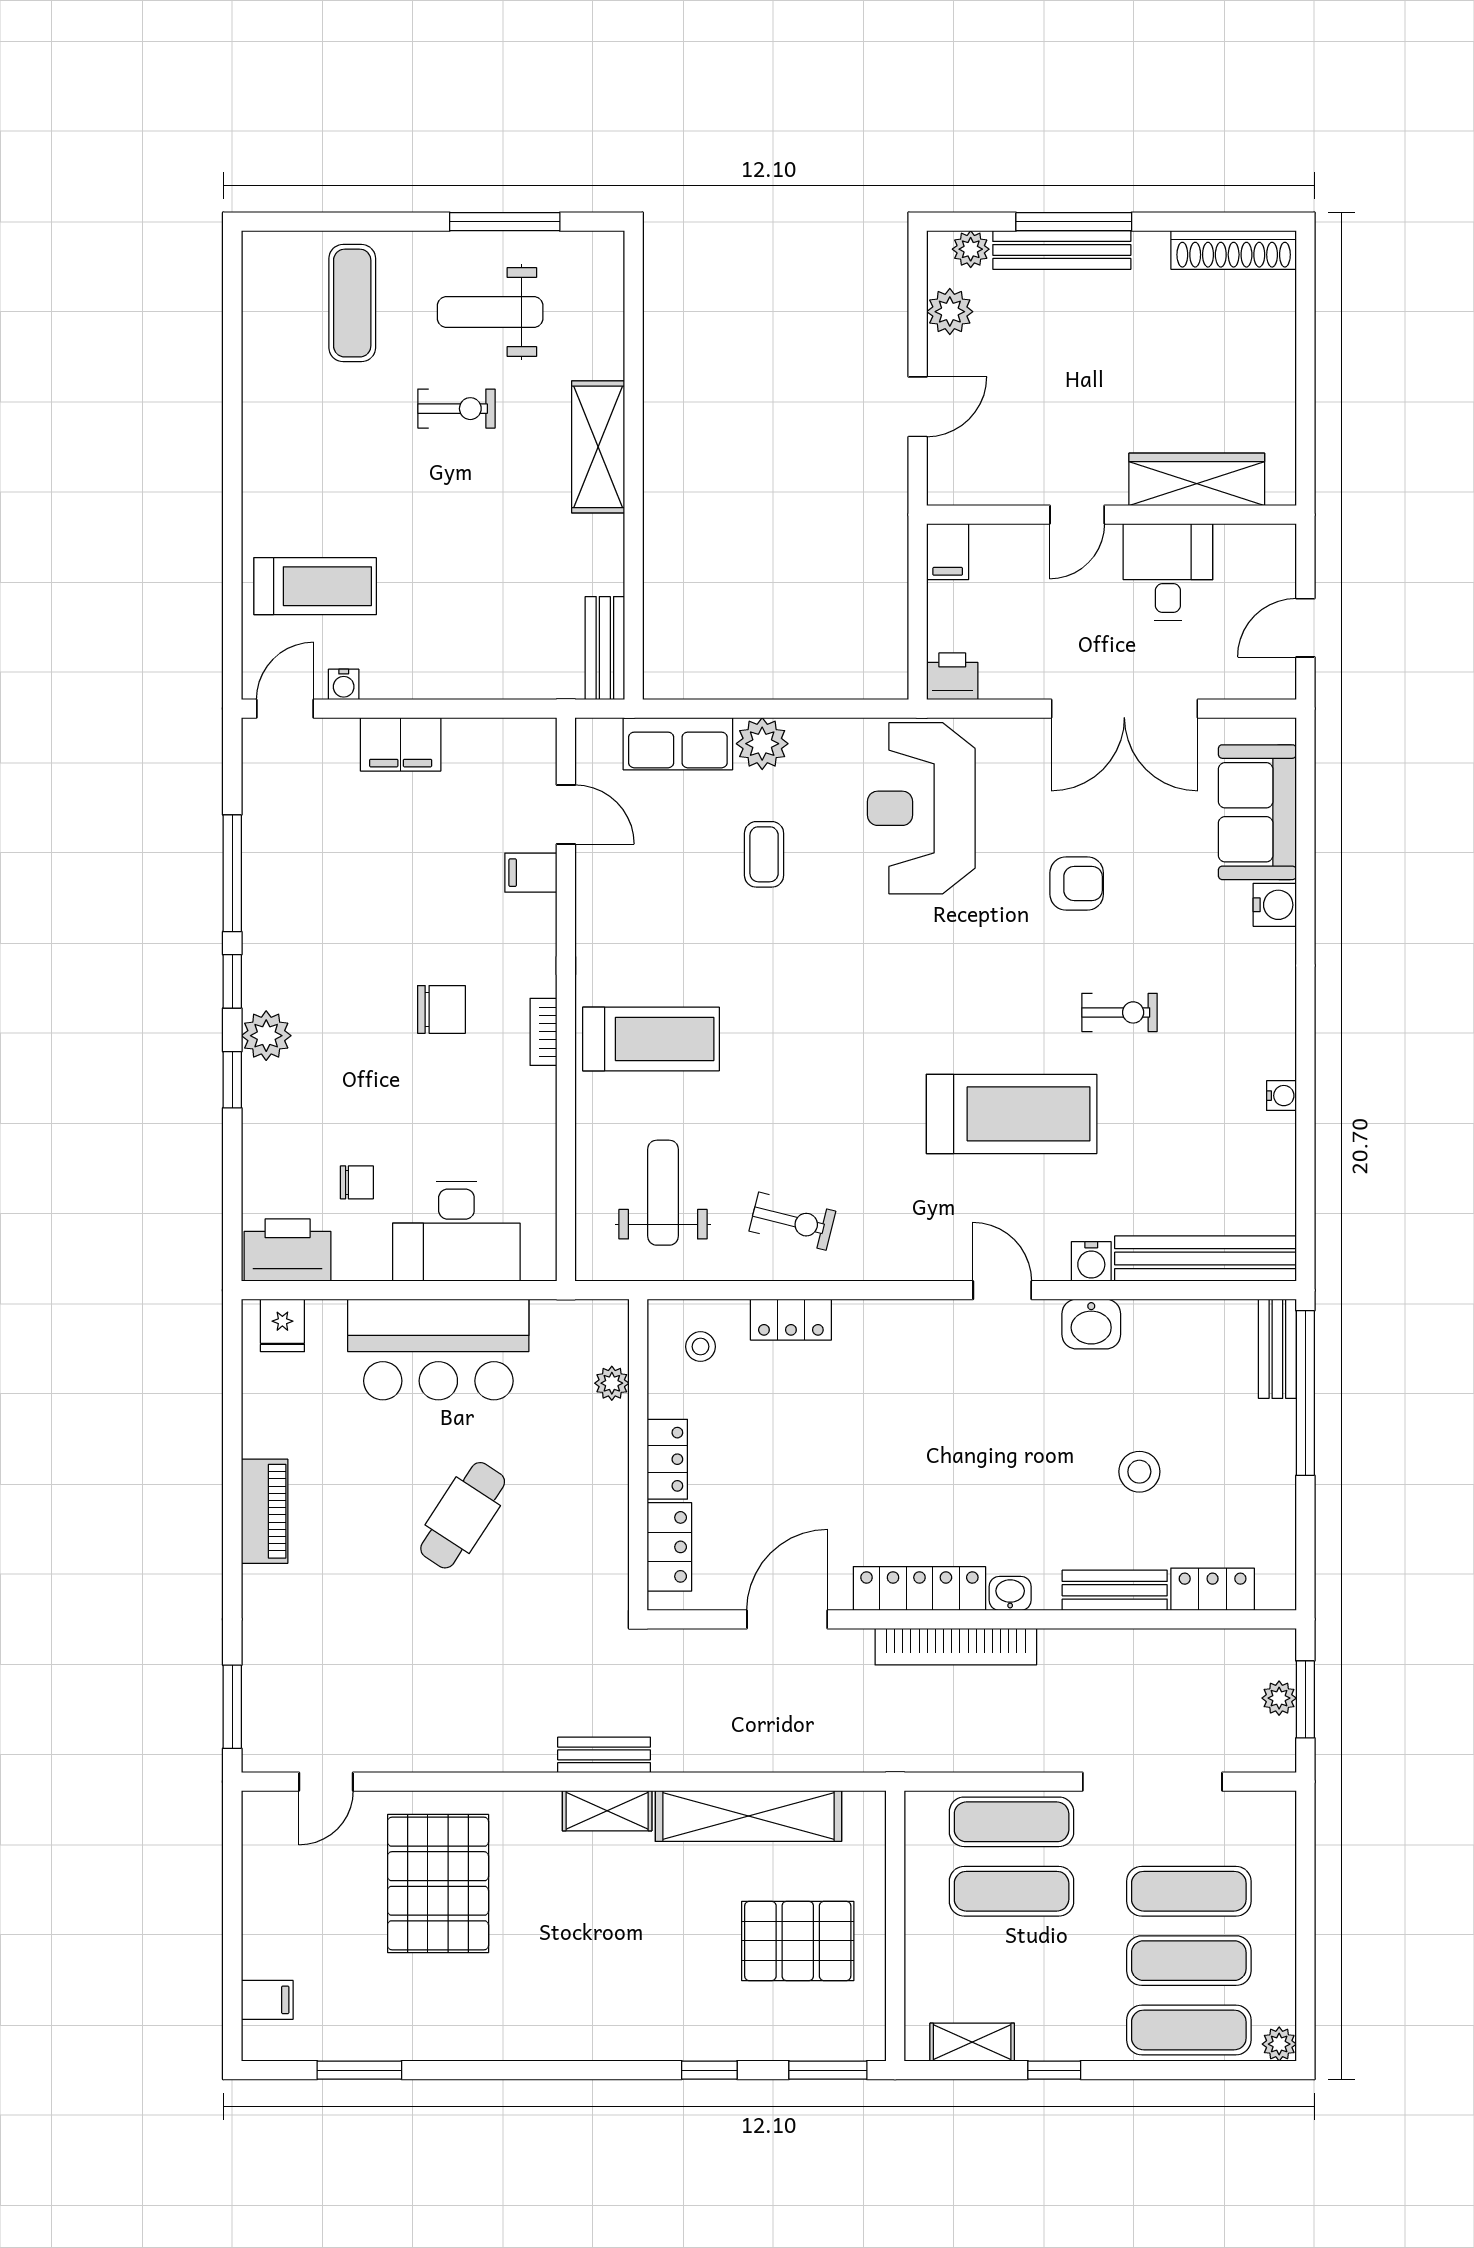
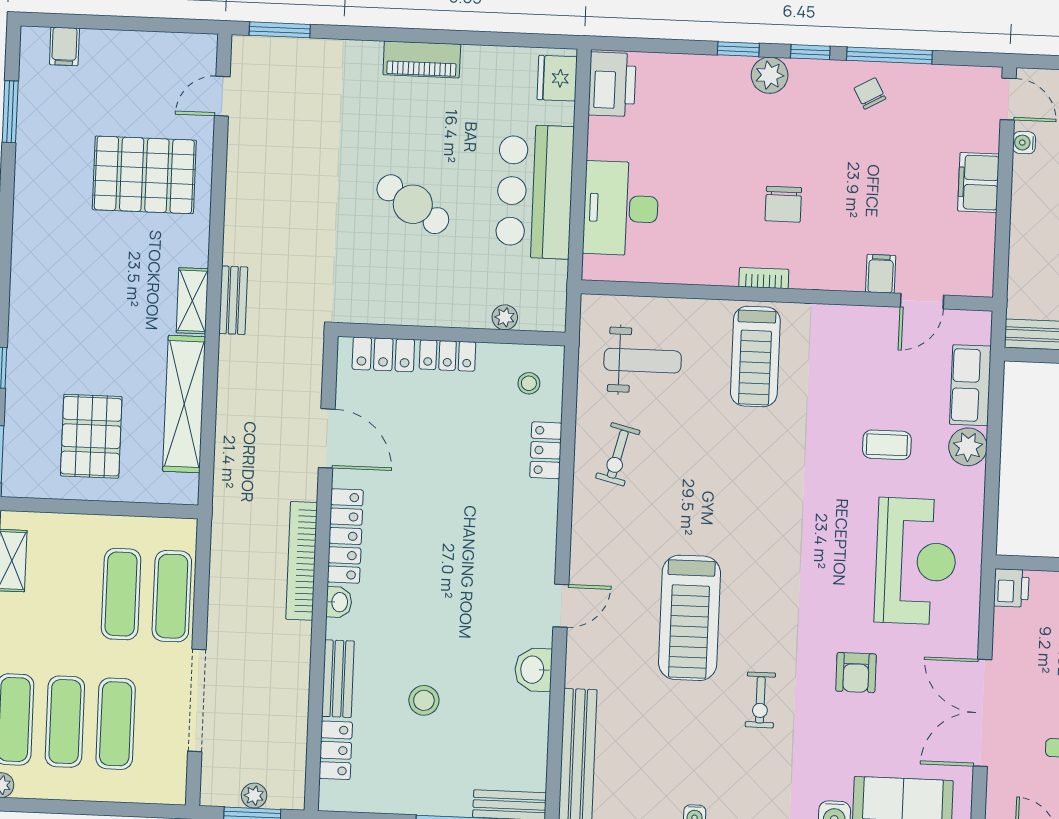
reception desk: (921, 808) -> (916, 561), turned 90
chair: (357, 1182) -> (870, 93), moved, turned 151
water cooler: (1091, 1261) -> (579, 672), removed
fridge: (282, 1325) -> (557, 78), width x1.38
door: (326, 1782) -> (222, 96), hinge flipped

